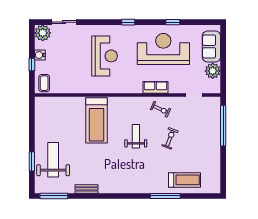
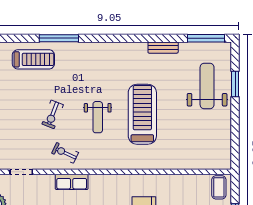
treadmill: (97, 120) -> (142, 114), moved
weight bench: (53, 160) -> (207, 86), turned 180
treadmill: (184, 180) -> (33, 59), turned 180

